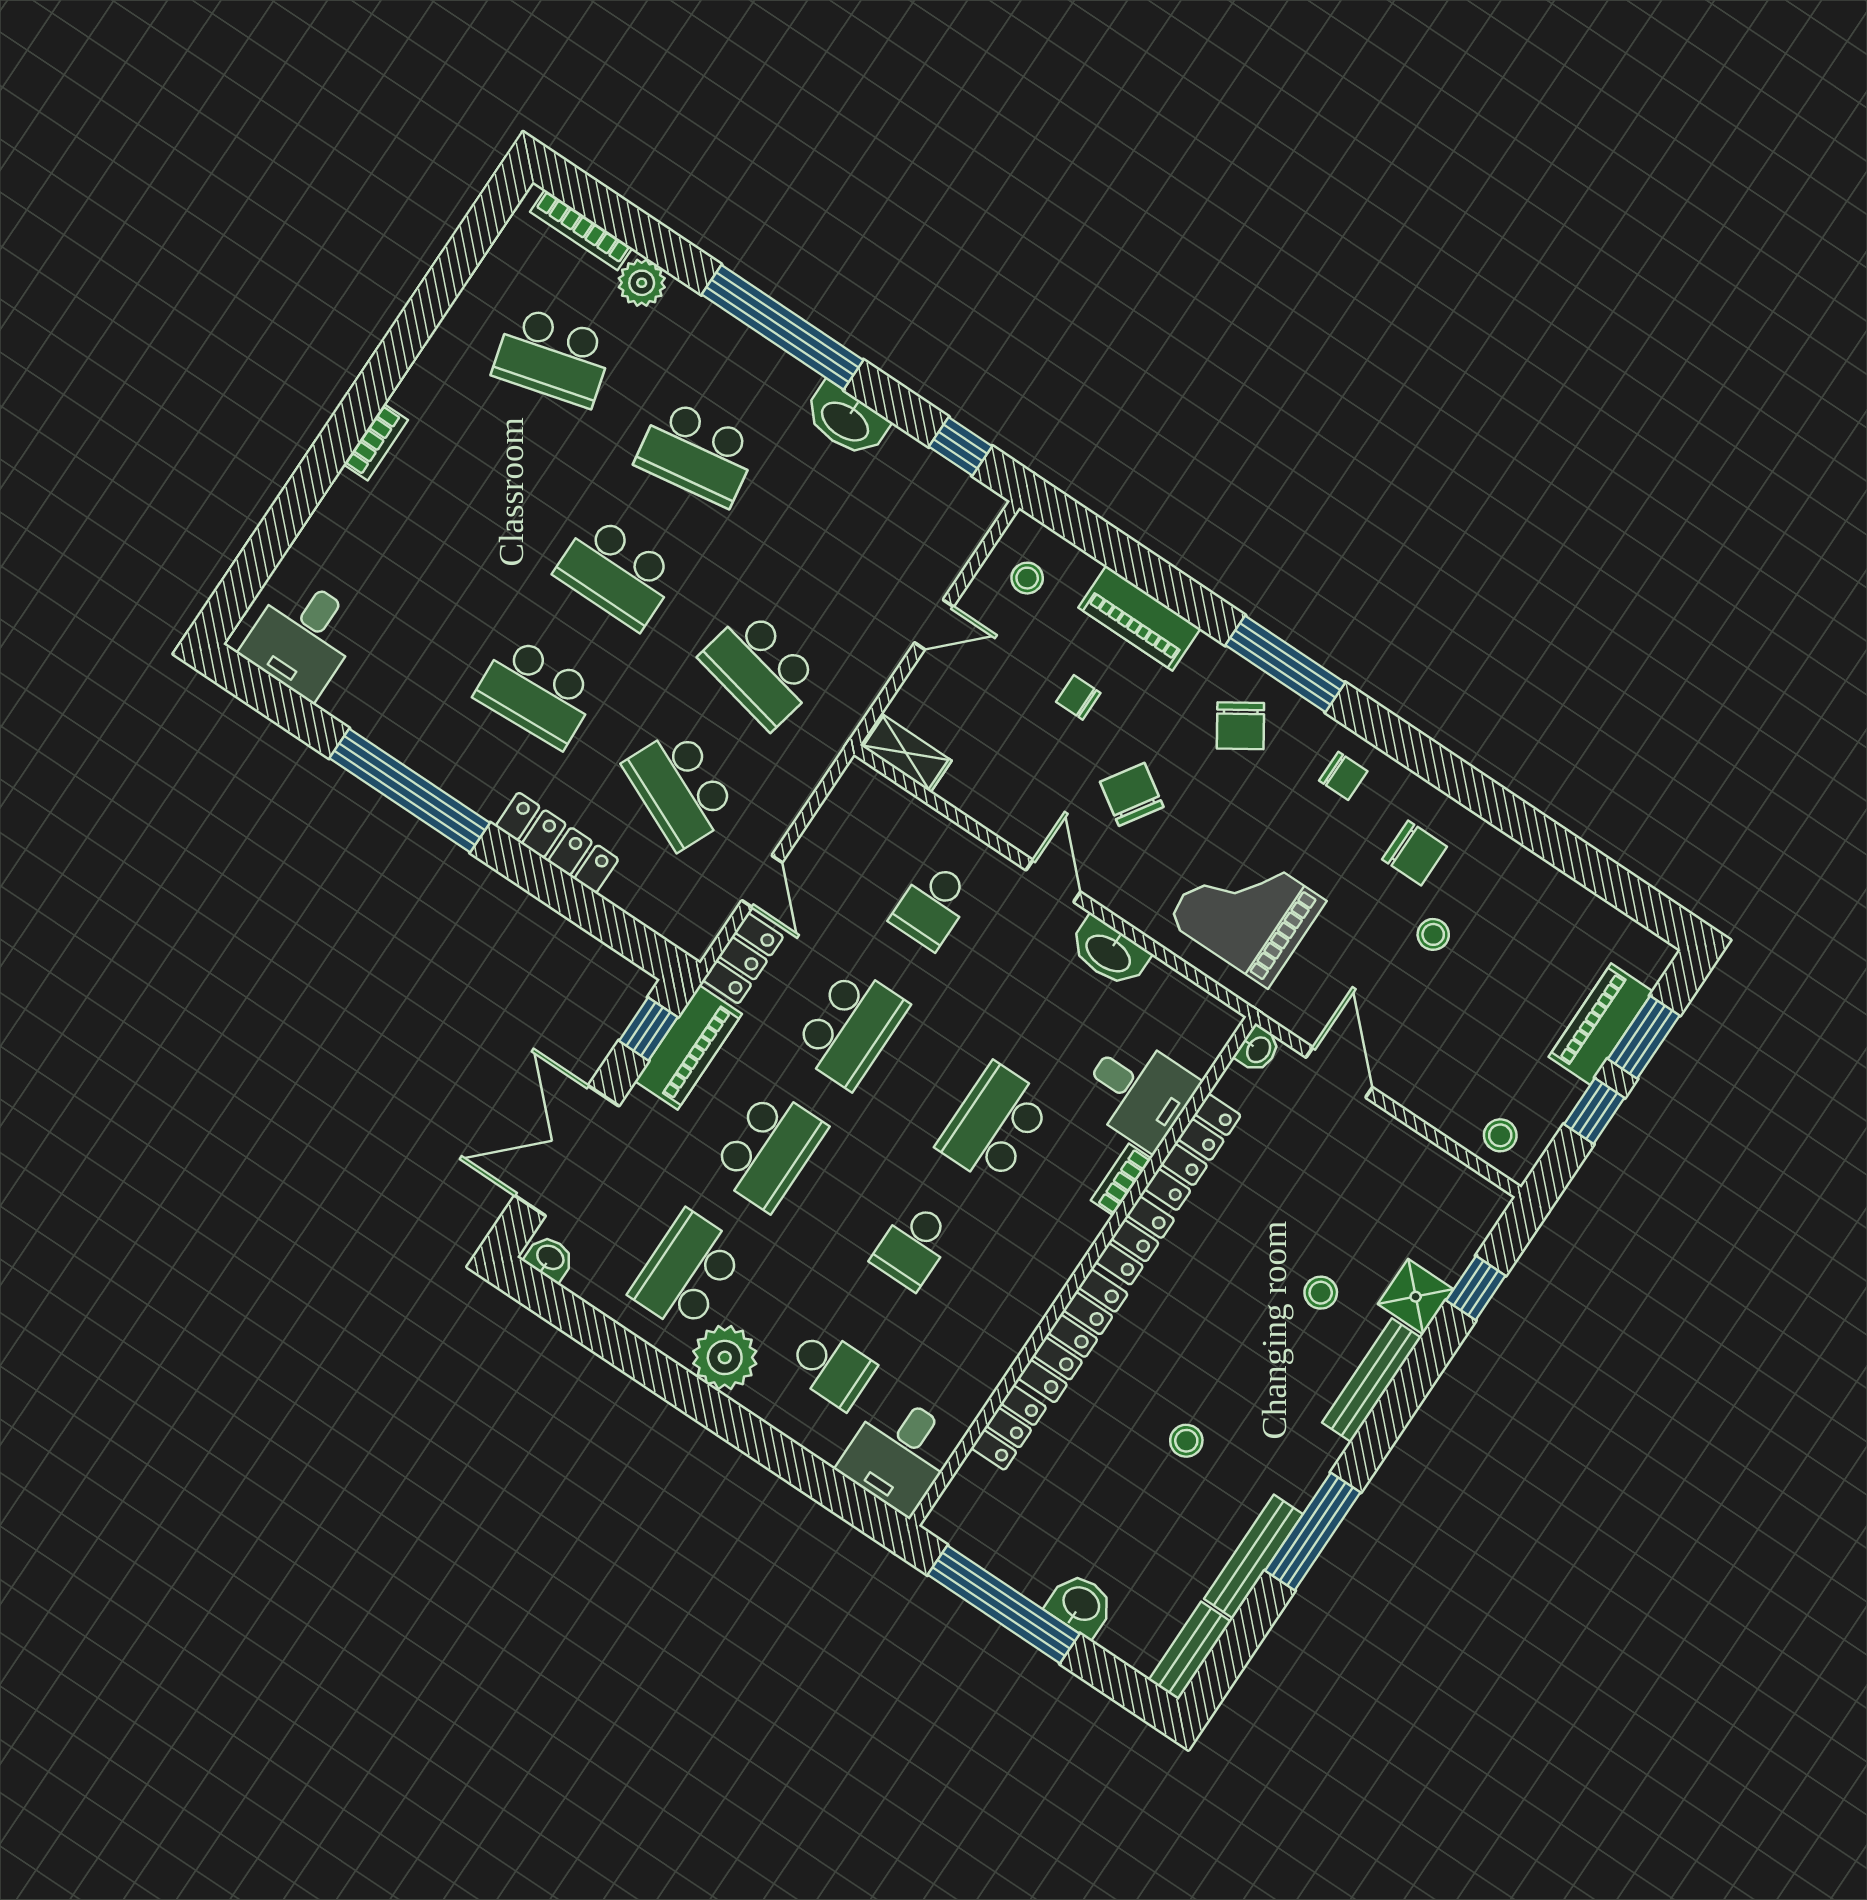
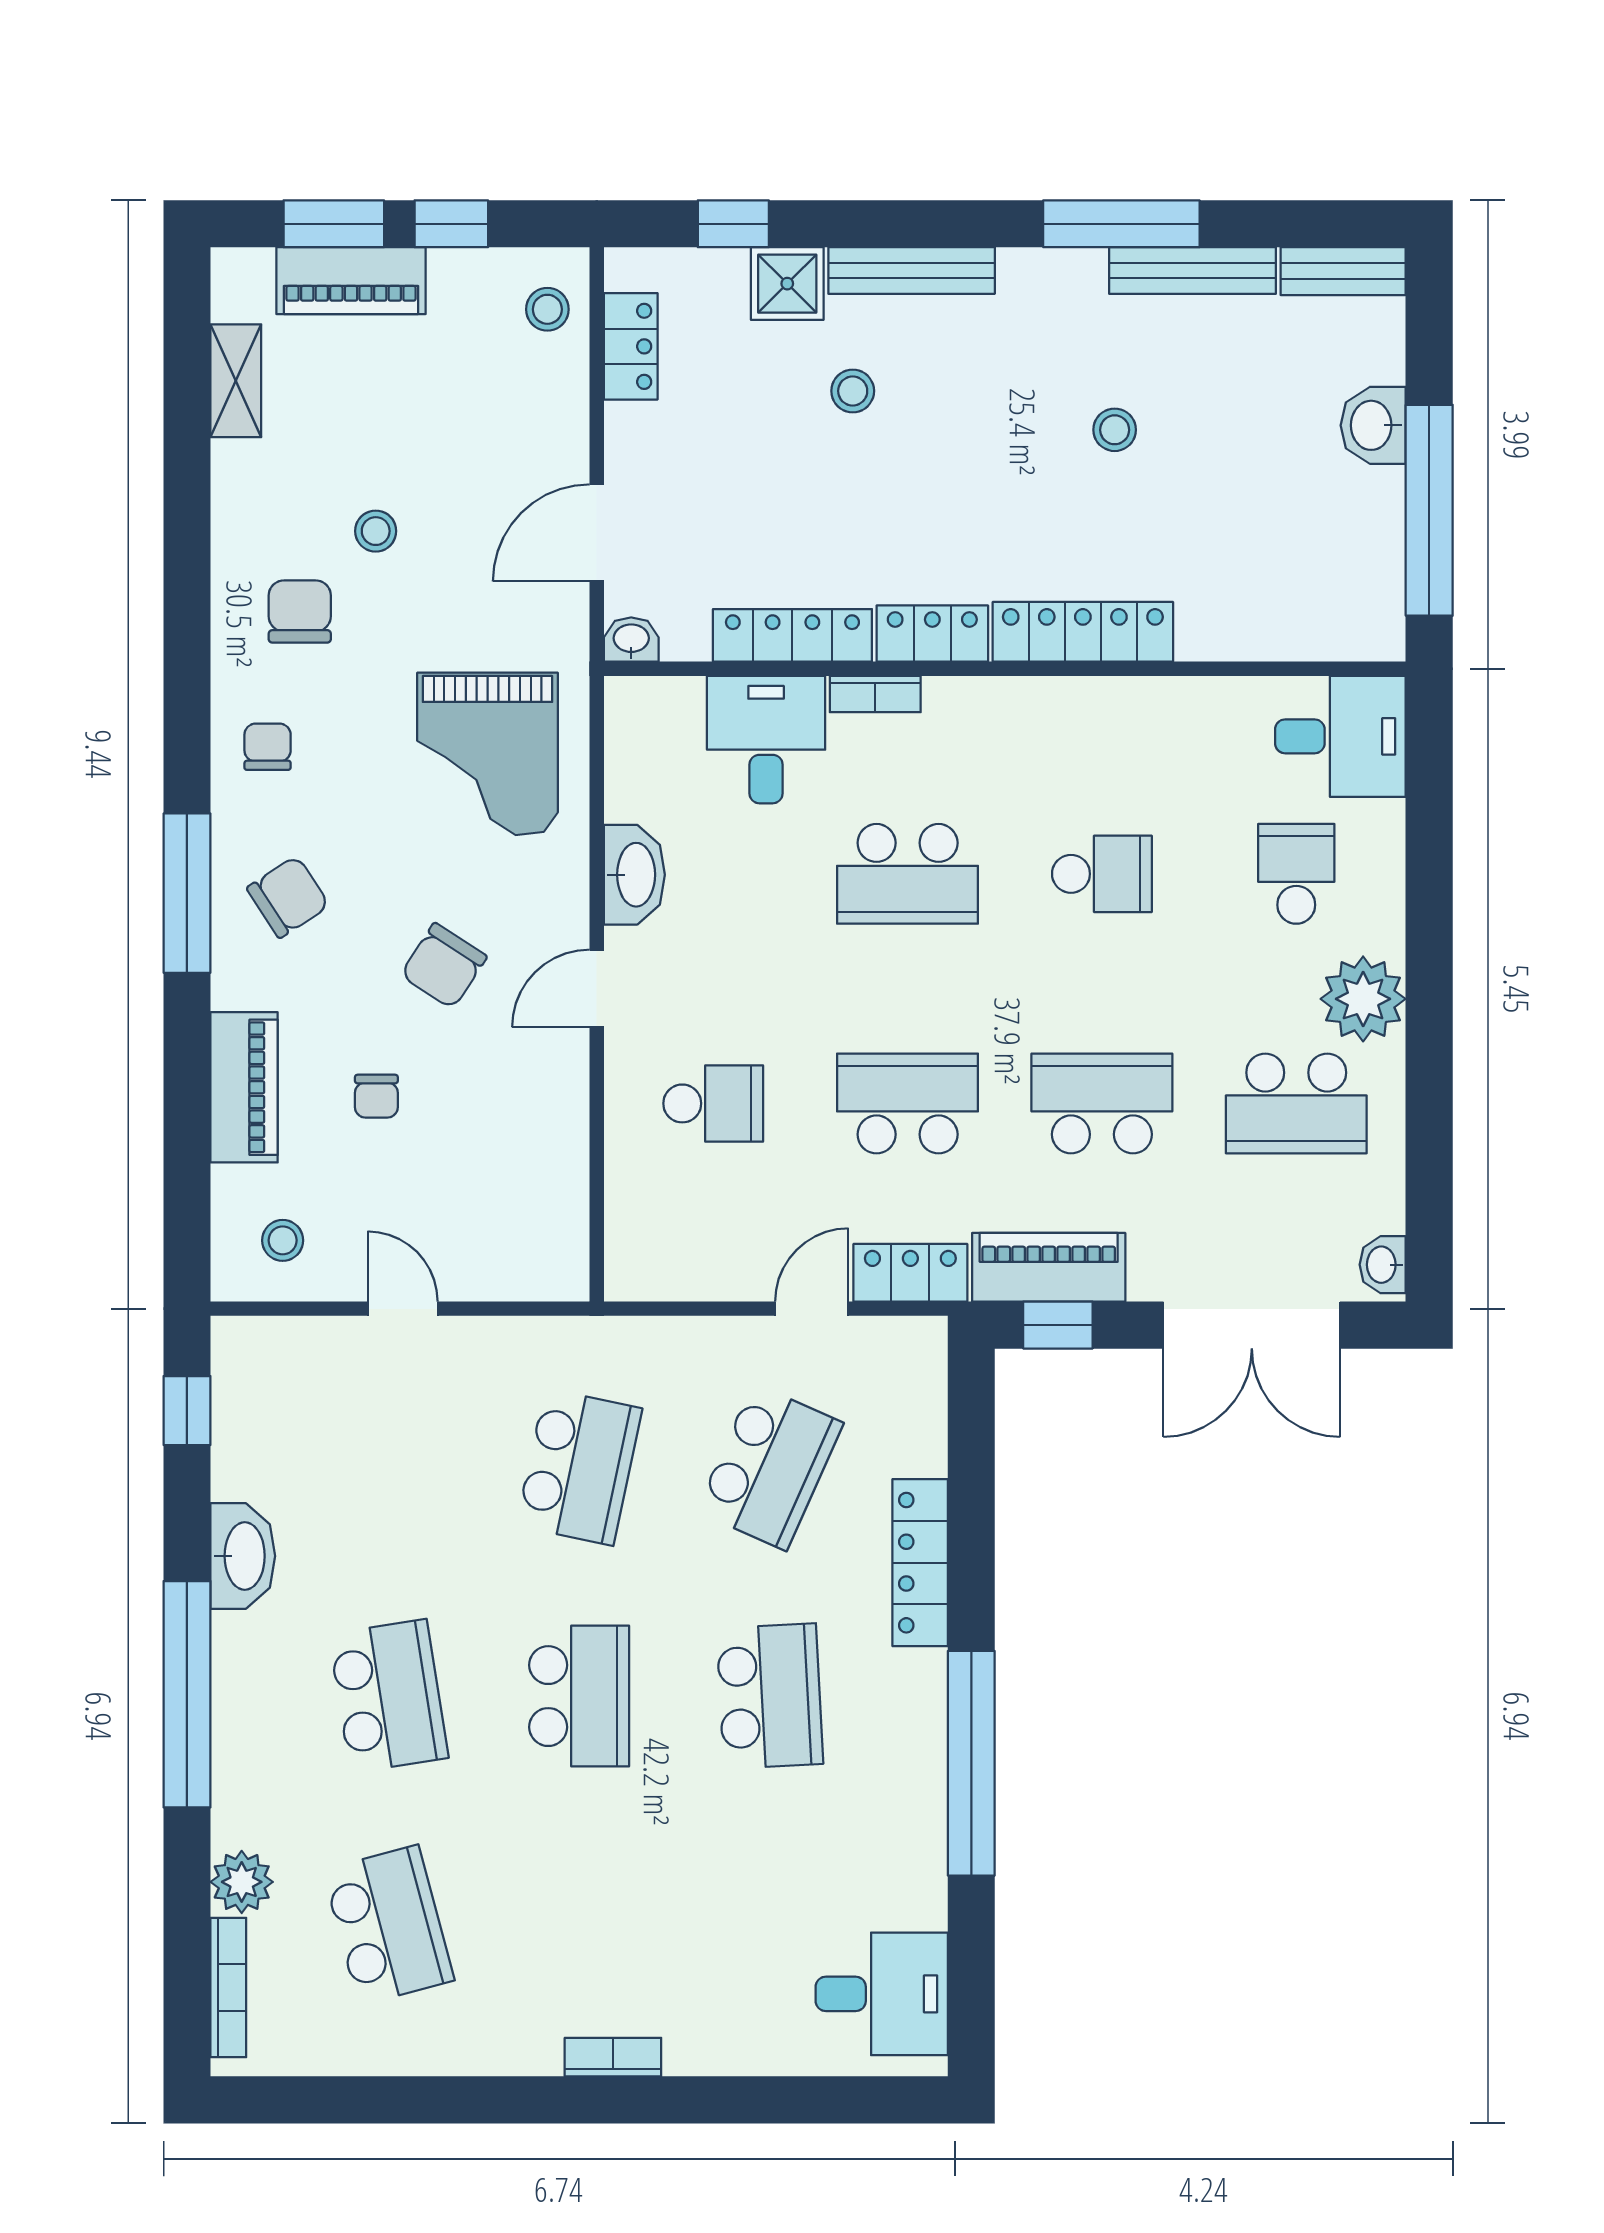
shelving: (906, 753) -> (236, 381), moved
locker: (1009, 1428) -> (631, 346), moved, turned 90

